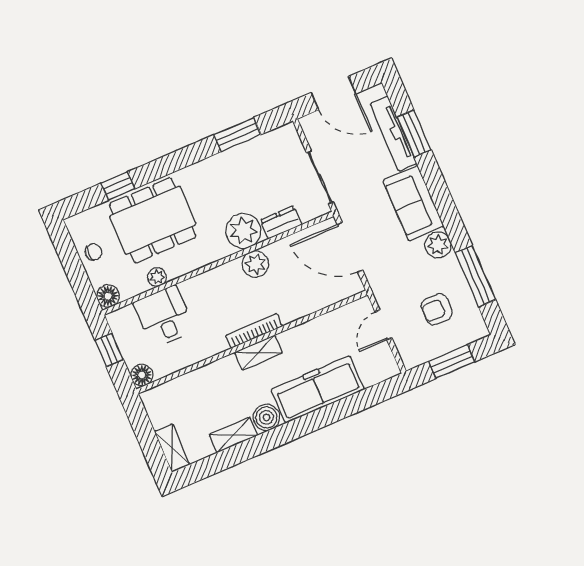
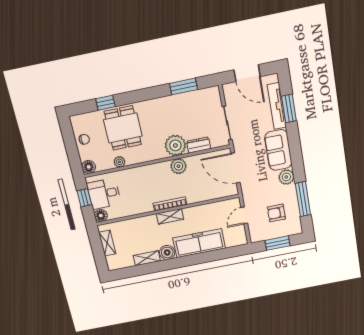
dining table: (153, 220) -> (123, 128), width x0.73
desk: (164, 317) -> (104, 194), moved, turned -90
shelving: (172, 448) -> (107, 243), moved

